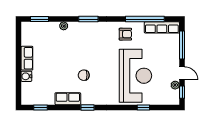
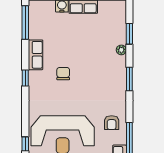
window: (40, 19) -> (129, 34), moved
window: (40, 107) -> (25, 23), width x2.17

